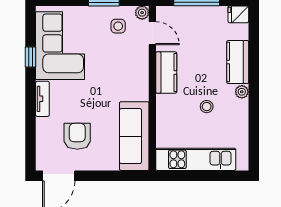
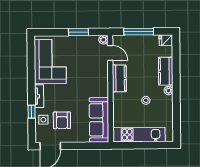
side table: (118, 26) -> (43, 120), moved
window: (31, 57) -> (32, 112), moved
armchair: (77, 136) -> (62, 120), turned 180

